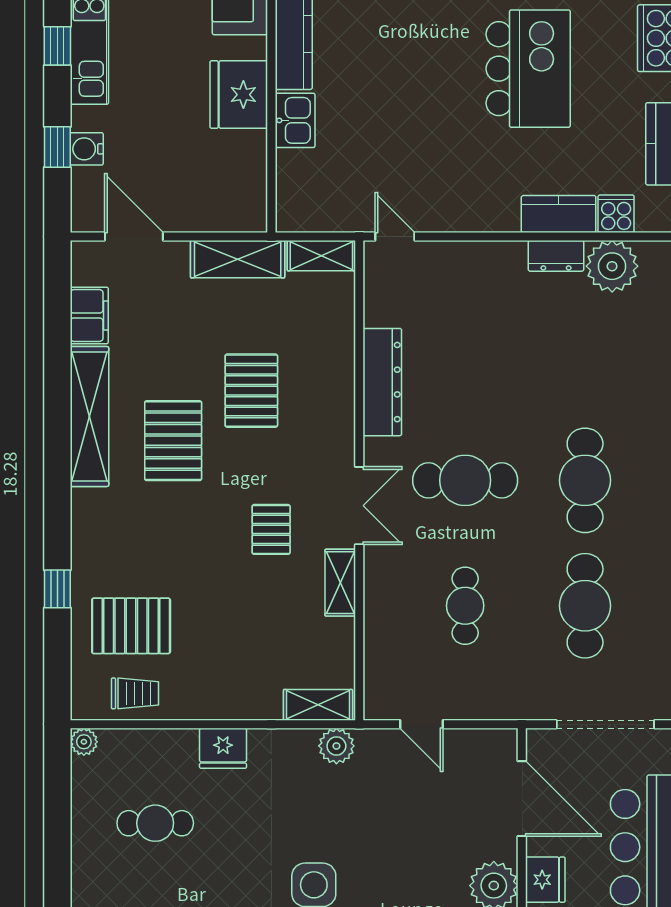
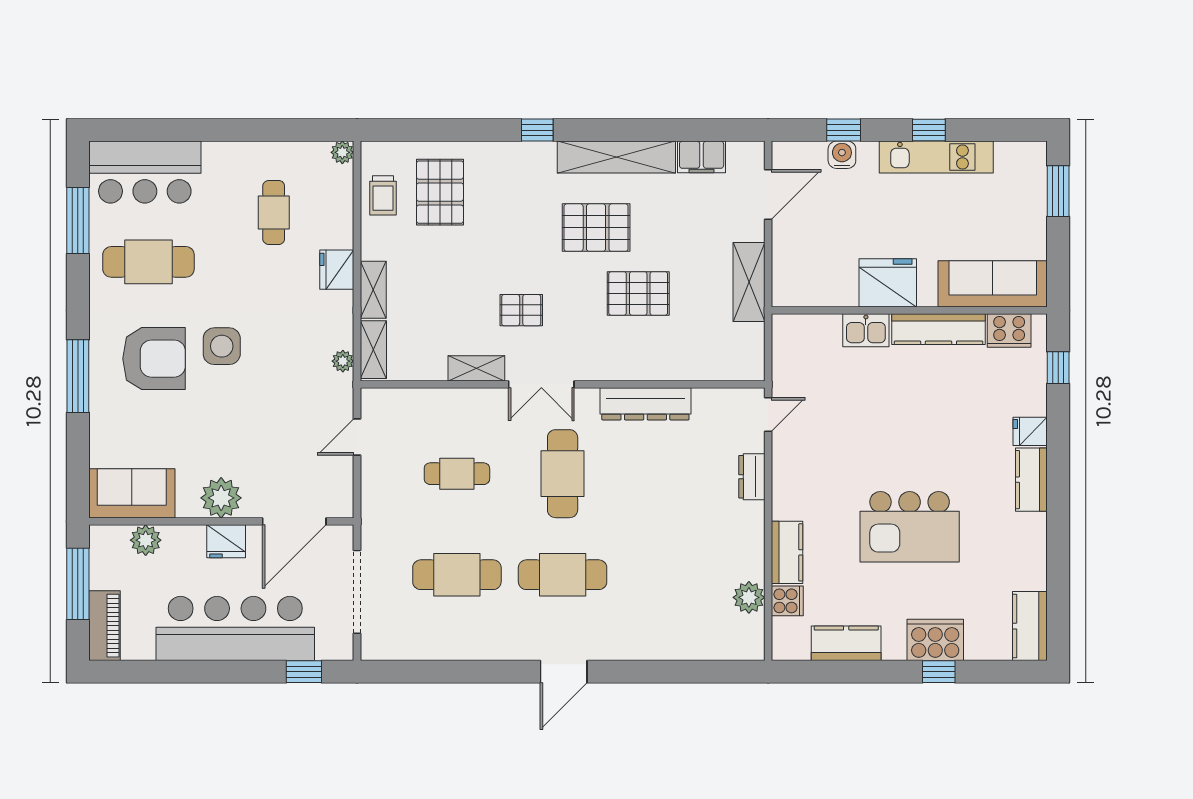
shelving: (321, 256) -> (373, 290), moved
dresser: (556, 256) -> (752, 477), moved
plant: (612, 266) -> (749, 597), width x0.73, depth x0.73
window: (57, 589) -> (537, 130), moved
plant: (336, 746) -> (343, 361), width x0.73, depth x0.73

